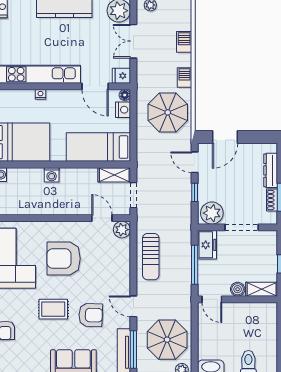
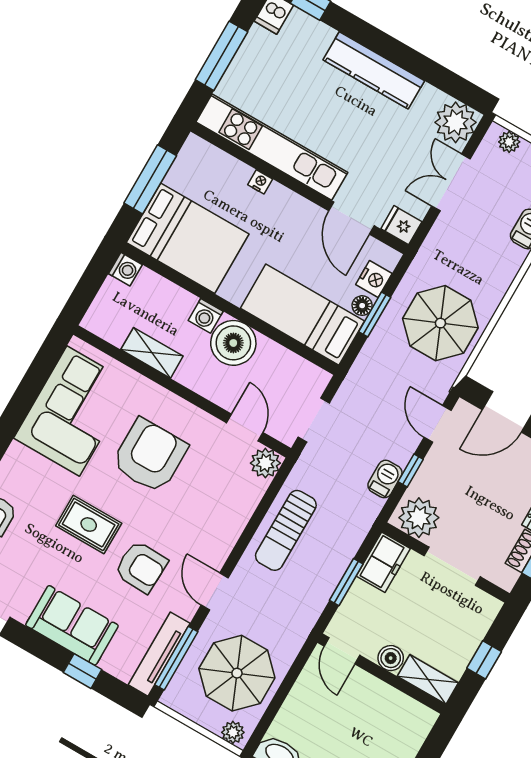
barbecue: (185, 77) -> (385, 479), moved
floor lamp: (125, 95) -> (362, 306), moved
window: (133, 127) -> (375, 314), added
shelving: (114, 175) -> (152, 353), moved
boiler: (73, 180) -> (233, 343), added
armchair: (64, 259) -> (150, 456), turned 90
window: (195, 265) -> (346, 582), width x0.69

